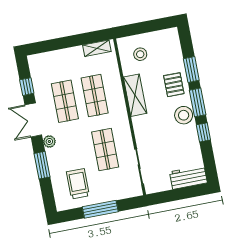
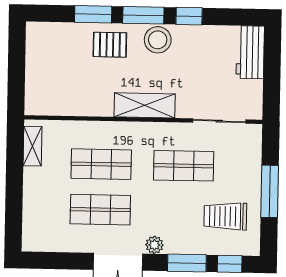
stool: (140, 54) -> (55, 84), removed
window: (27, 87) -> (230, 264), moved
shelving: (135, 95) -> (145, 105), moved

